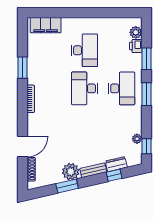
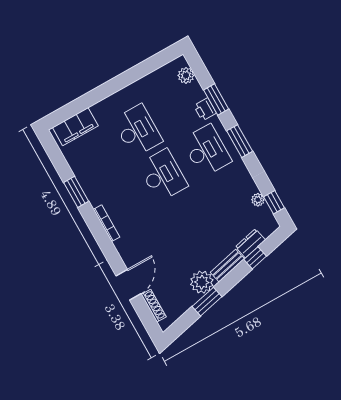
printer: (136, 46) -> (205, 109), moved
desk: (85, 88) -> (163, 175), turned 180

